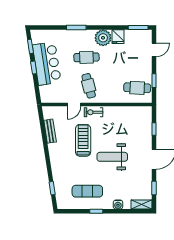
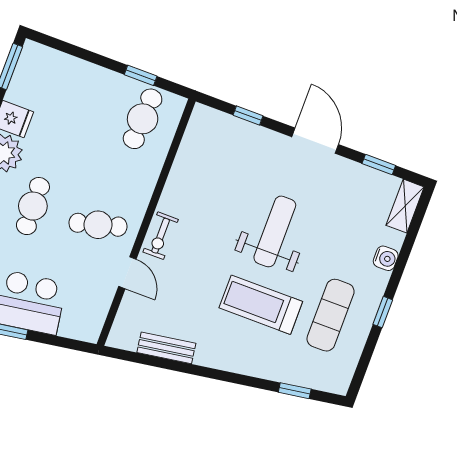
door: (154, 50) -> (73, 50), removed
treadmill: (83, 140) -> (261, 305), moved
weight bench: (112, 157) -> (275, 231), turned 180

